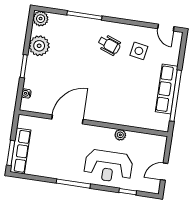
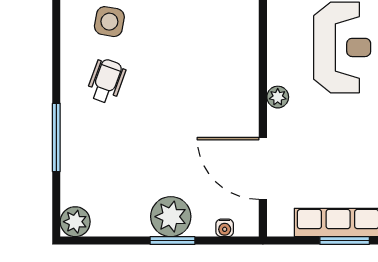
plant: (39, 46) -> (171, 217), moved
door: (67, 119) -> (263, 168), moved
plant: (120, 135) -> (278, 97), moved

